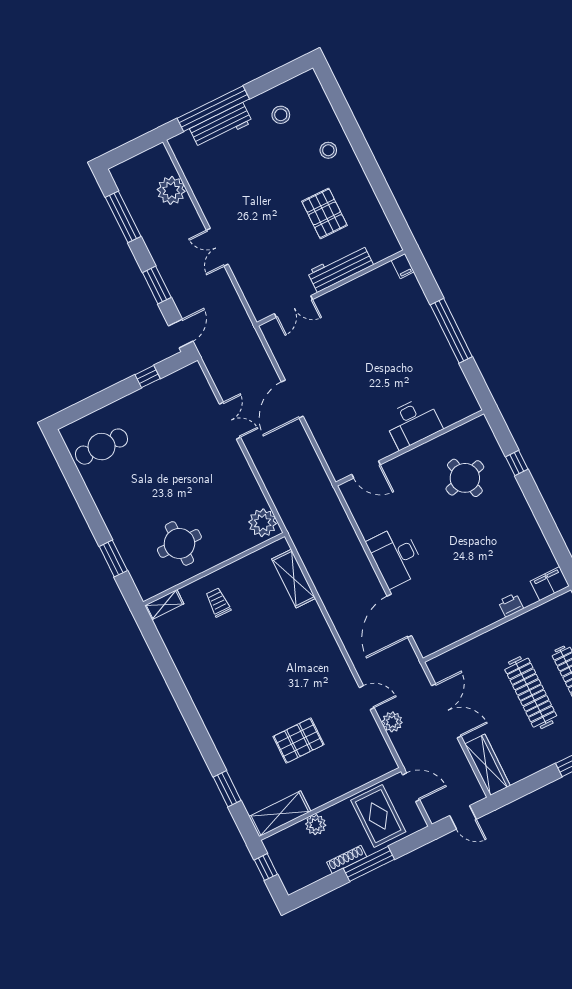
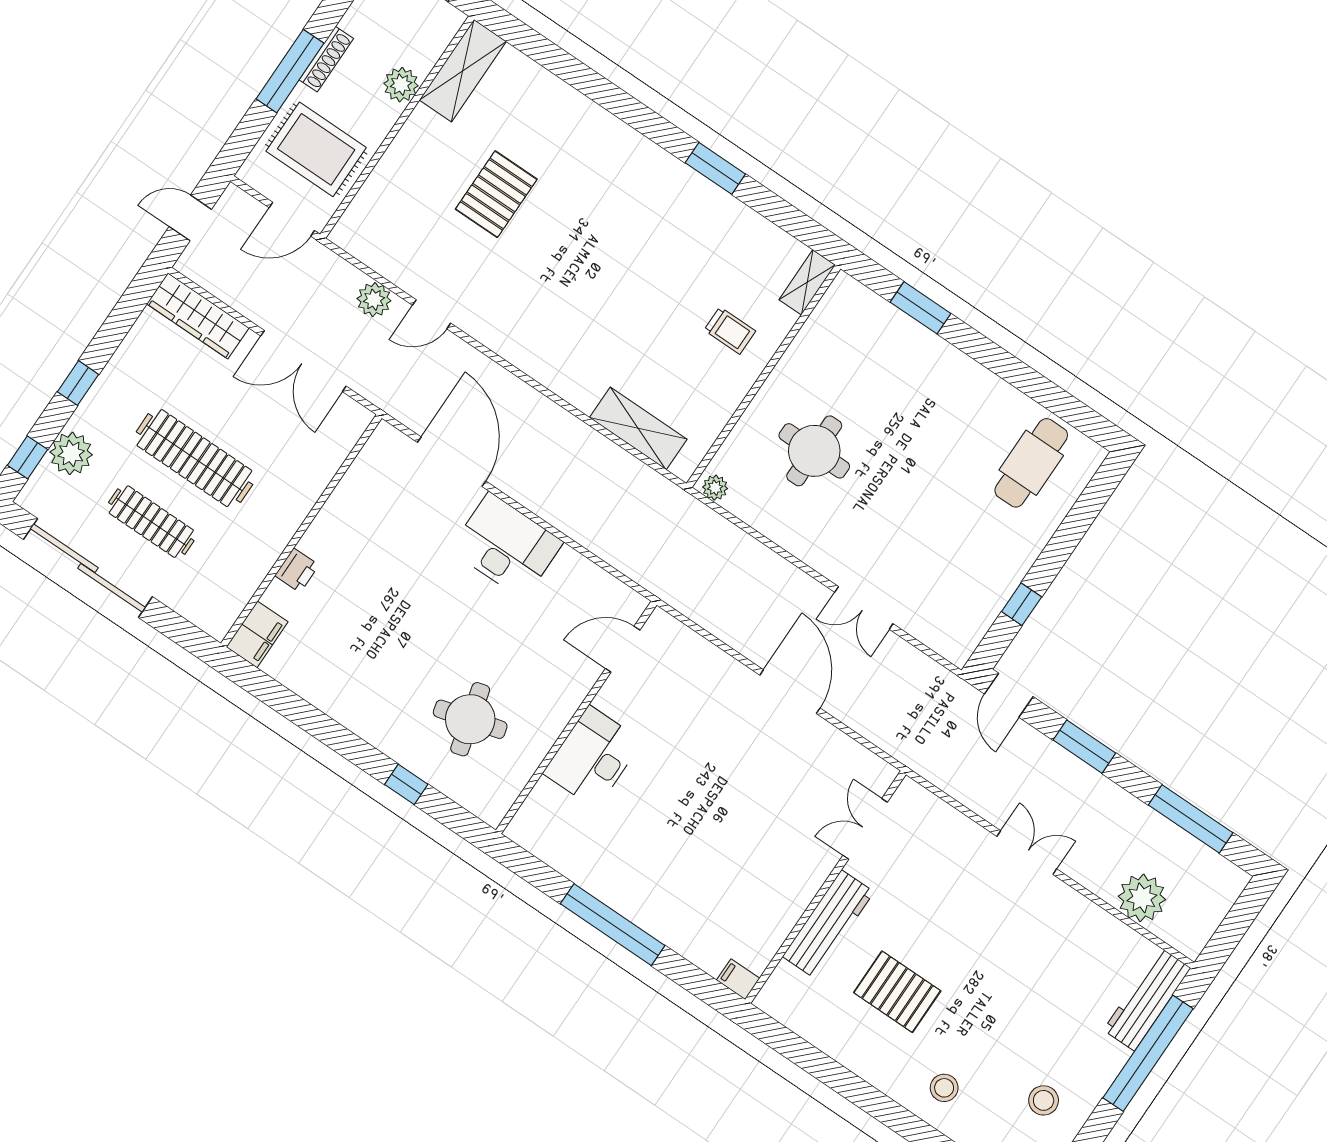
workbench: (221, 125) -> (1147, 999), moved
plant: (263, 523) -> (715, 488), width x0.53, depth x0.53
round table: (179, 543) -> (814, 451), moved
window: (227, 789) -> (715, 168), moved

